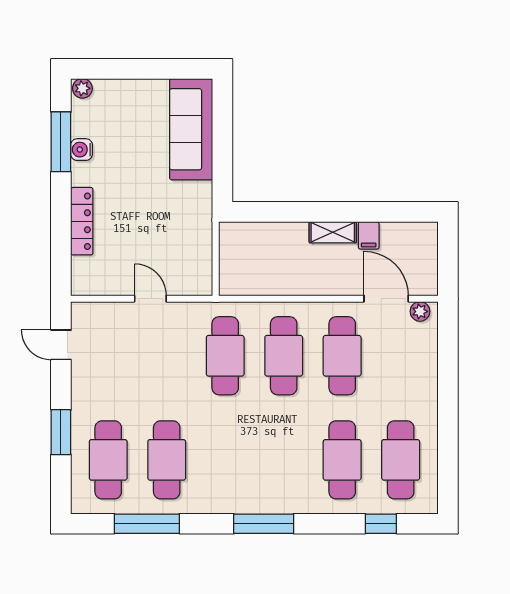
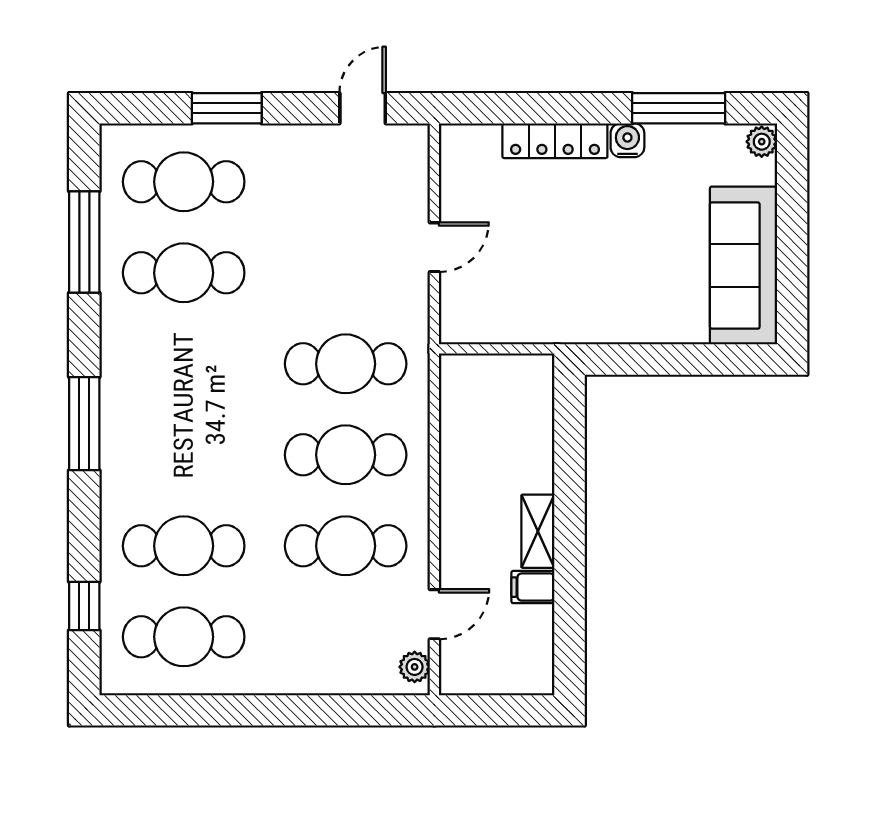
sofa: (191, 129) -> (743, 266), moved, turned -90
water cooler: (82, 150) -> (627, 140), moved
door: (386, 299) -> (434, 614), width x0.73

